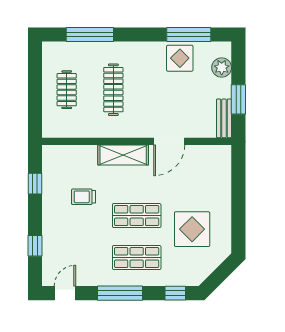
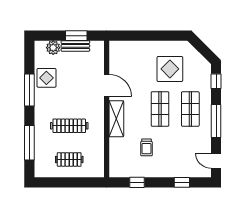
window: (189, 35) -> (29, 90), moved
bench: (224, 118) -> (75, 46), moved

